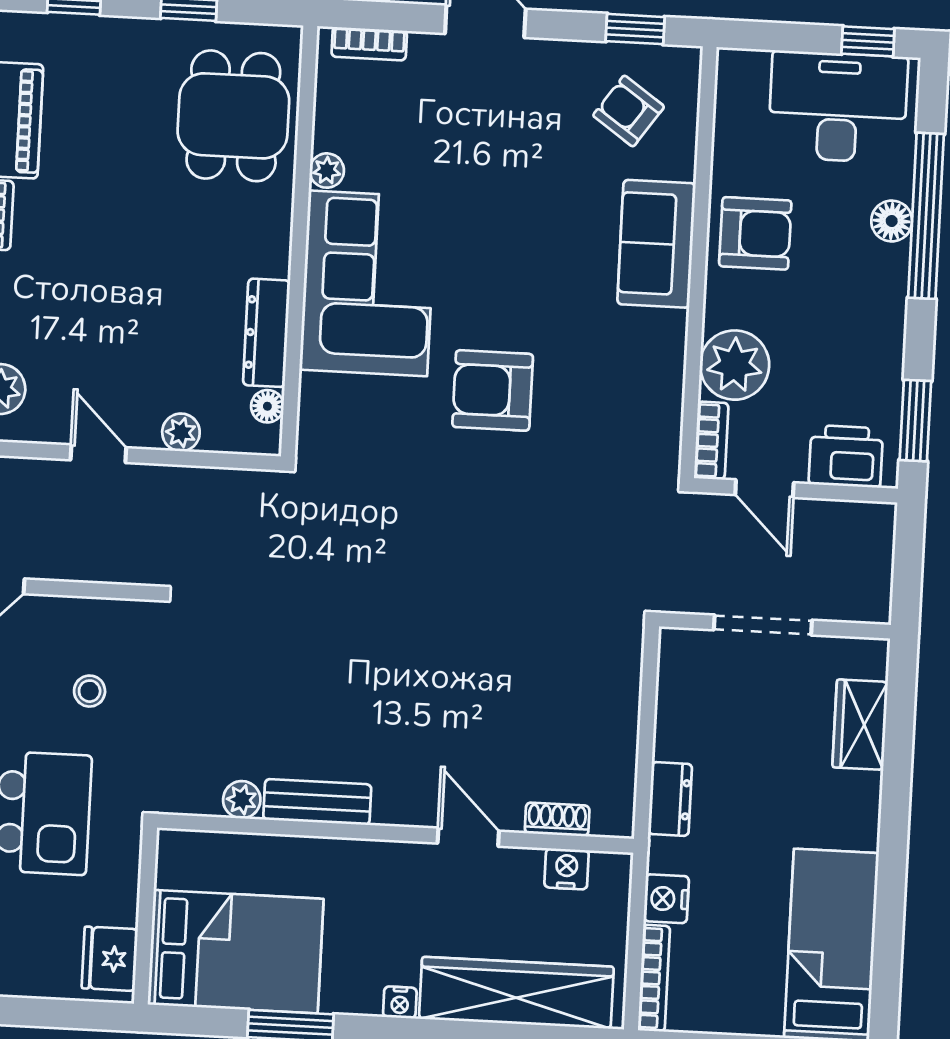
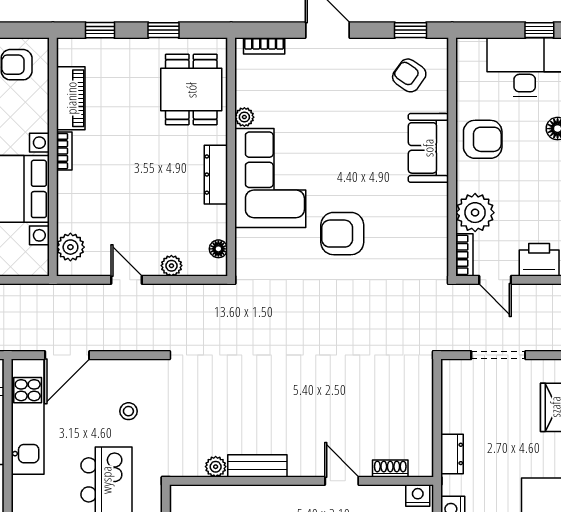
dresser: (267, 333) -> (216, 175), moved
nightstand: (567, 869) -> (418, 495), moved

